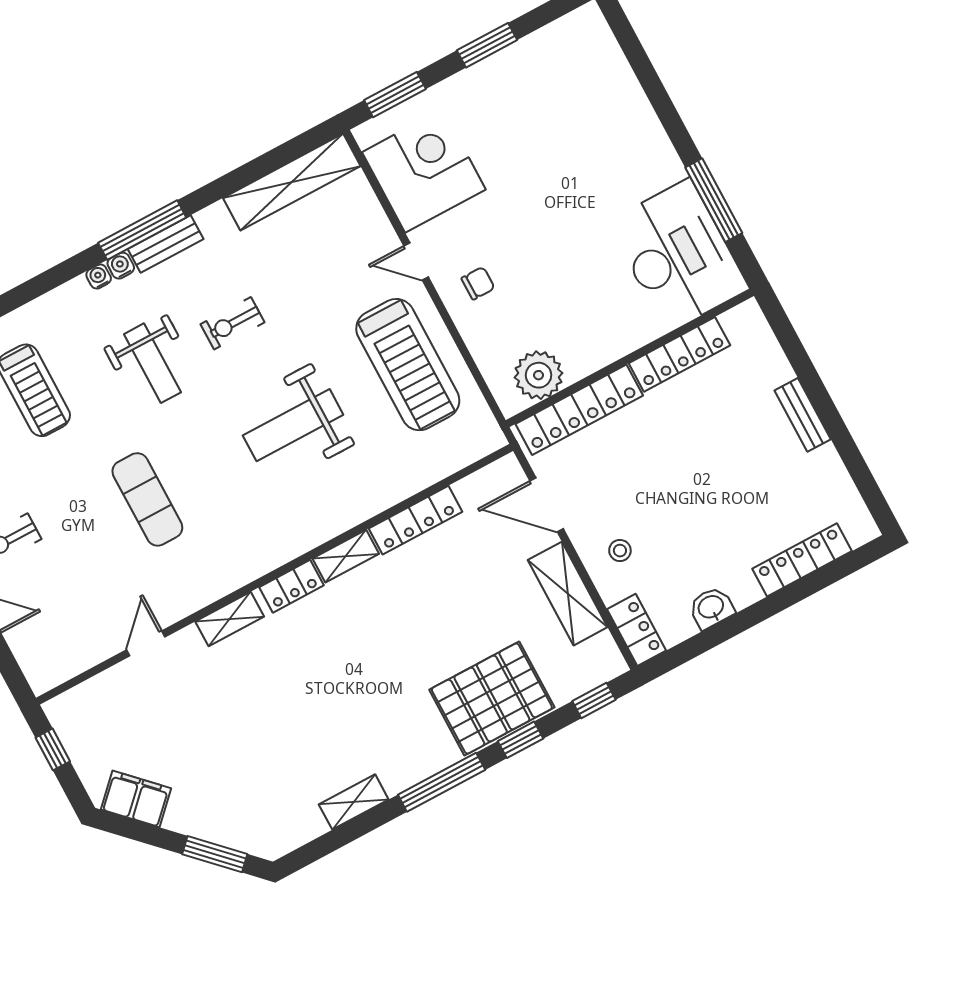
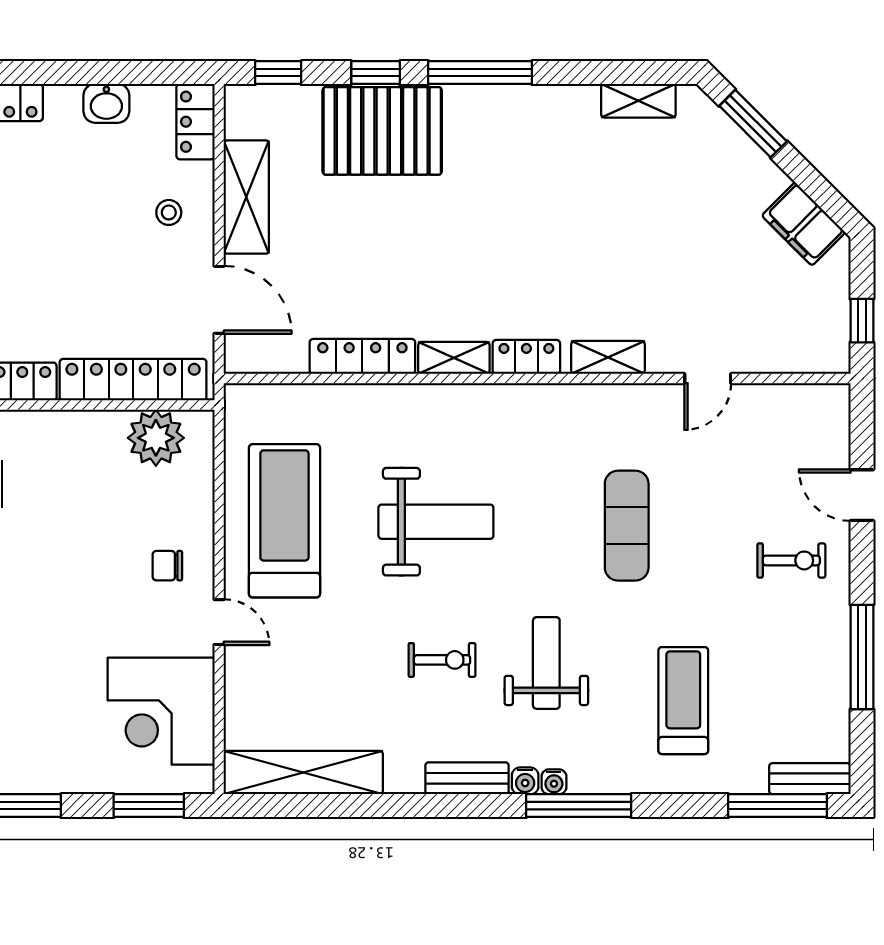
window: (142, 230) -> (579, 806), moved
shelving: (354, 802) -> (638, 101), moved

